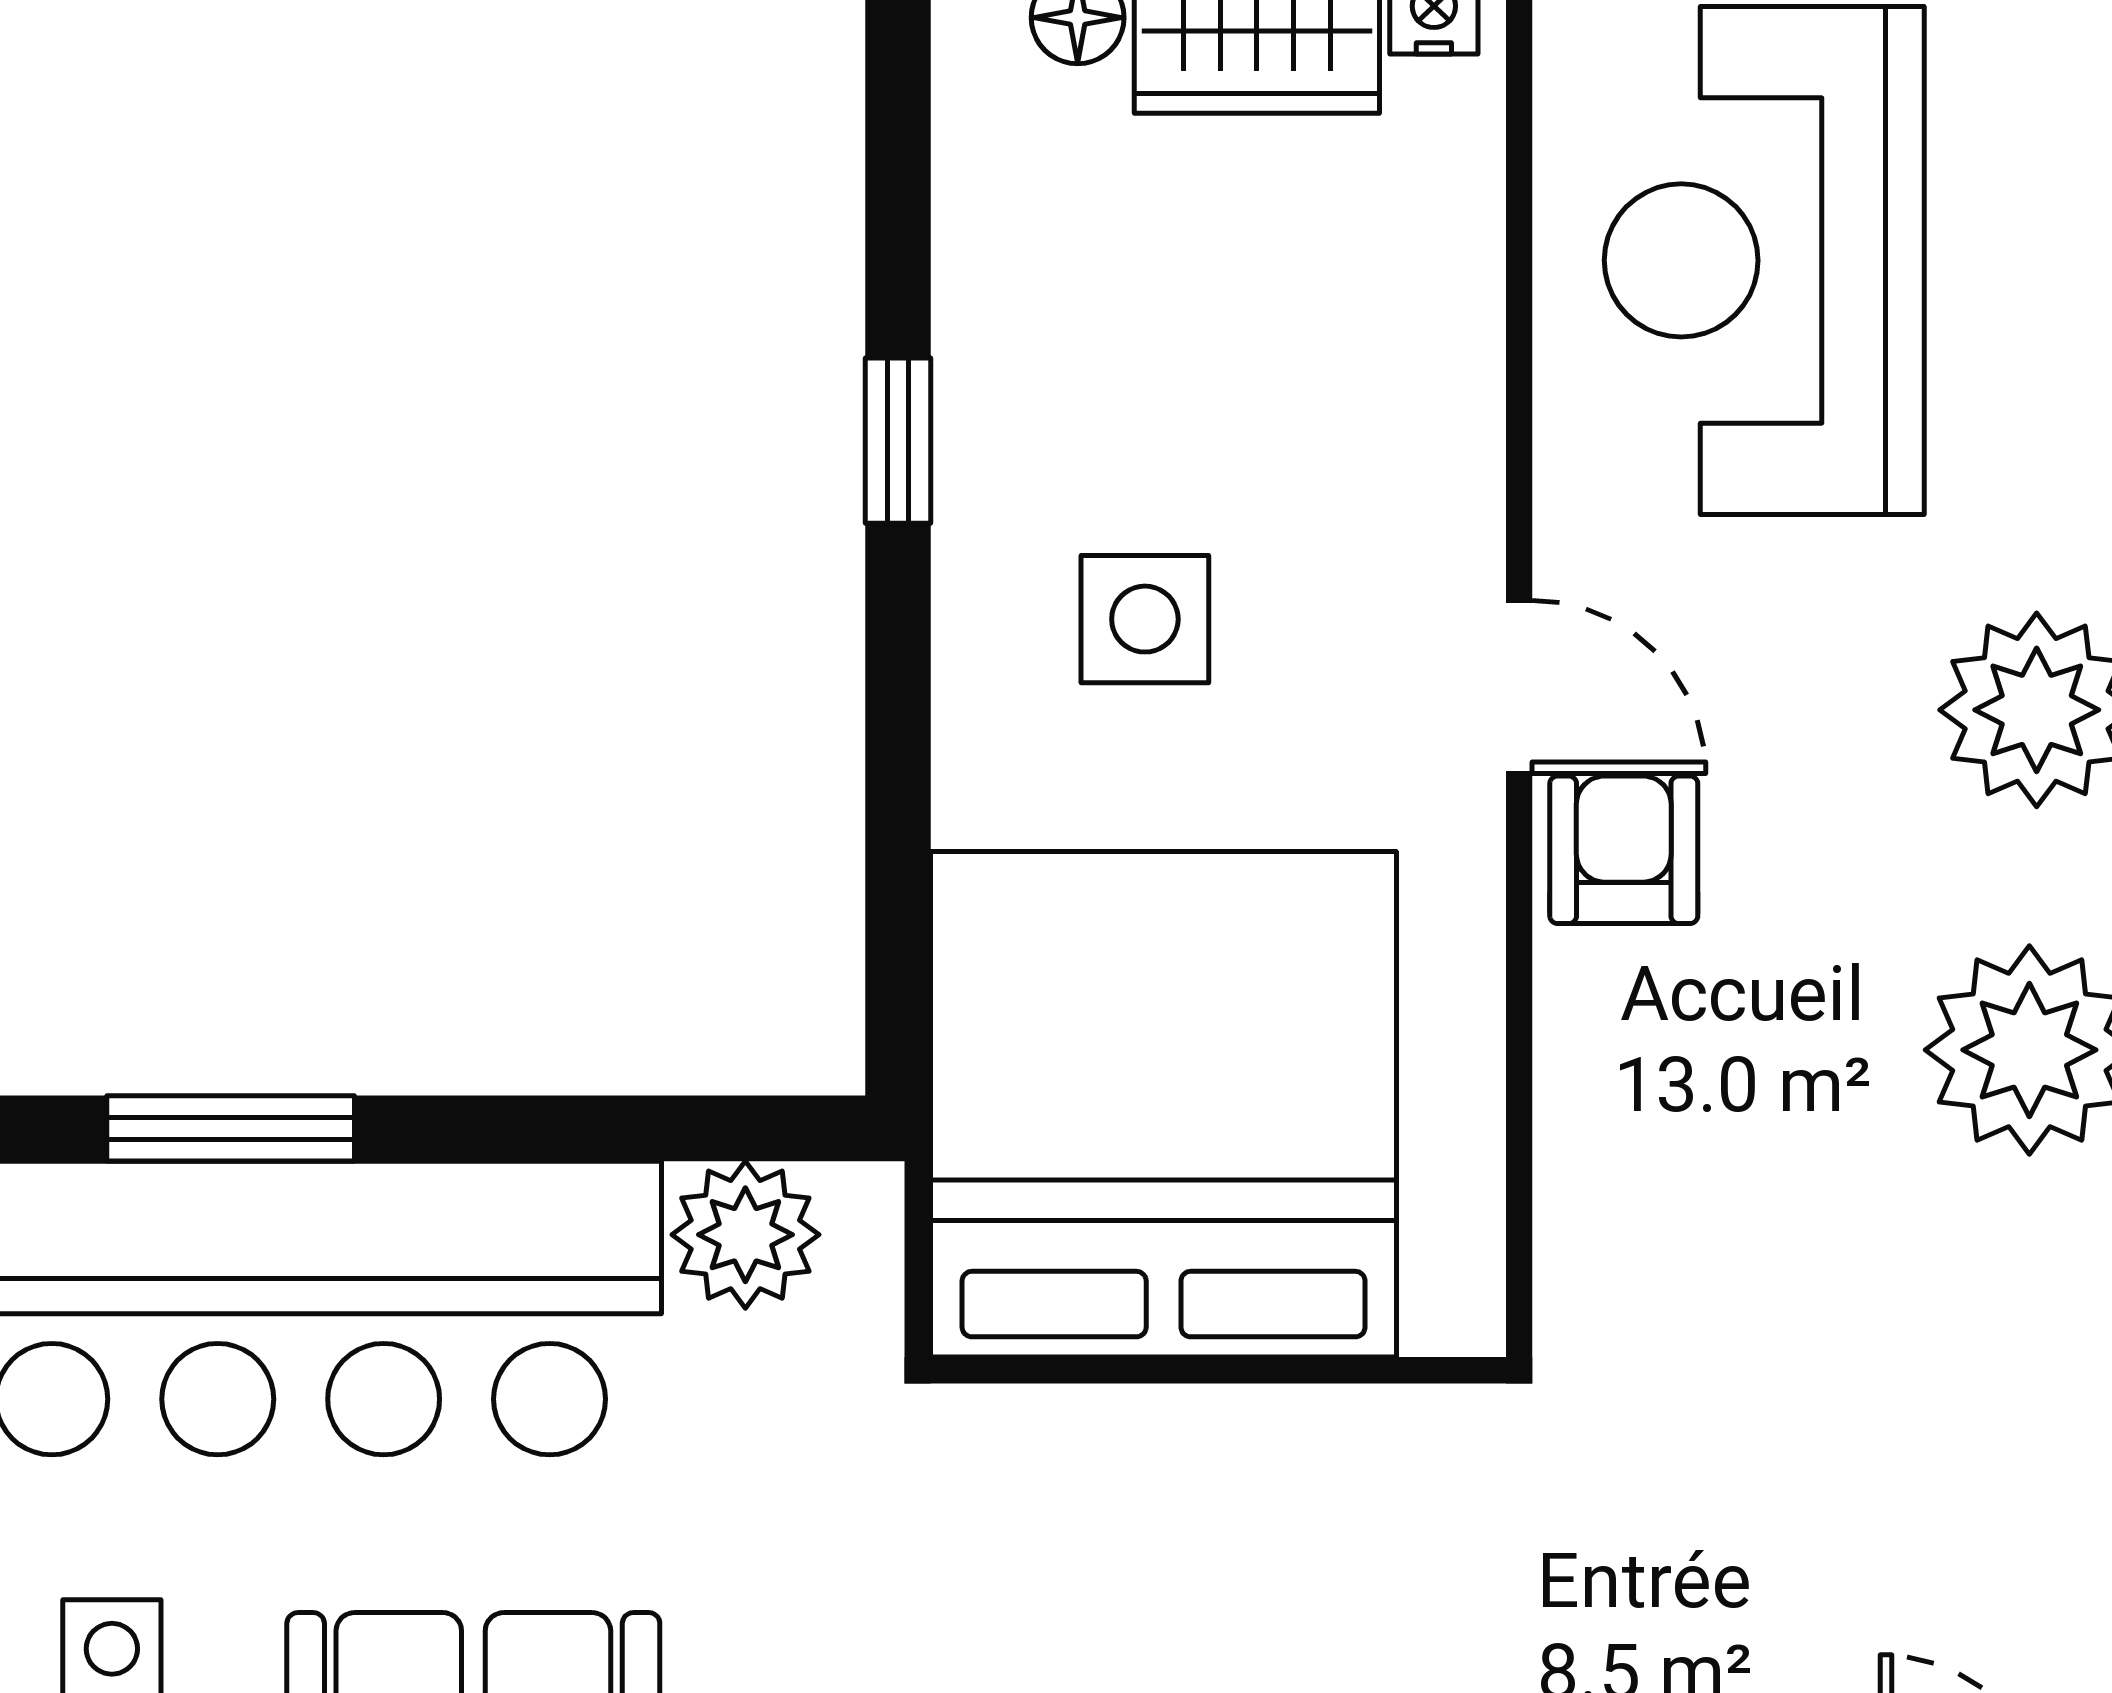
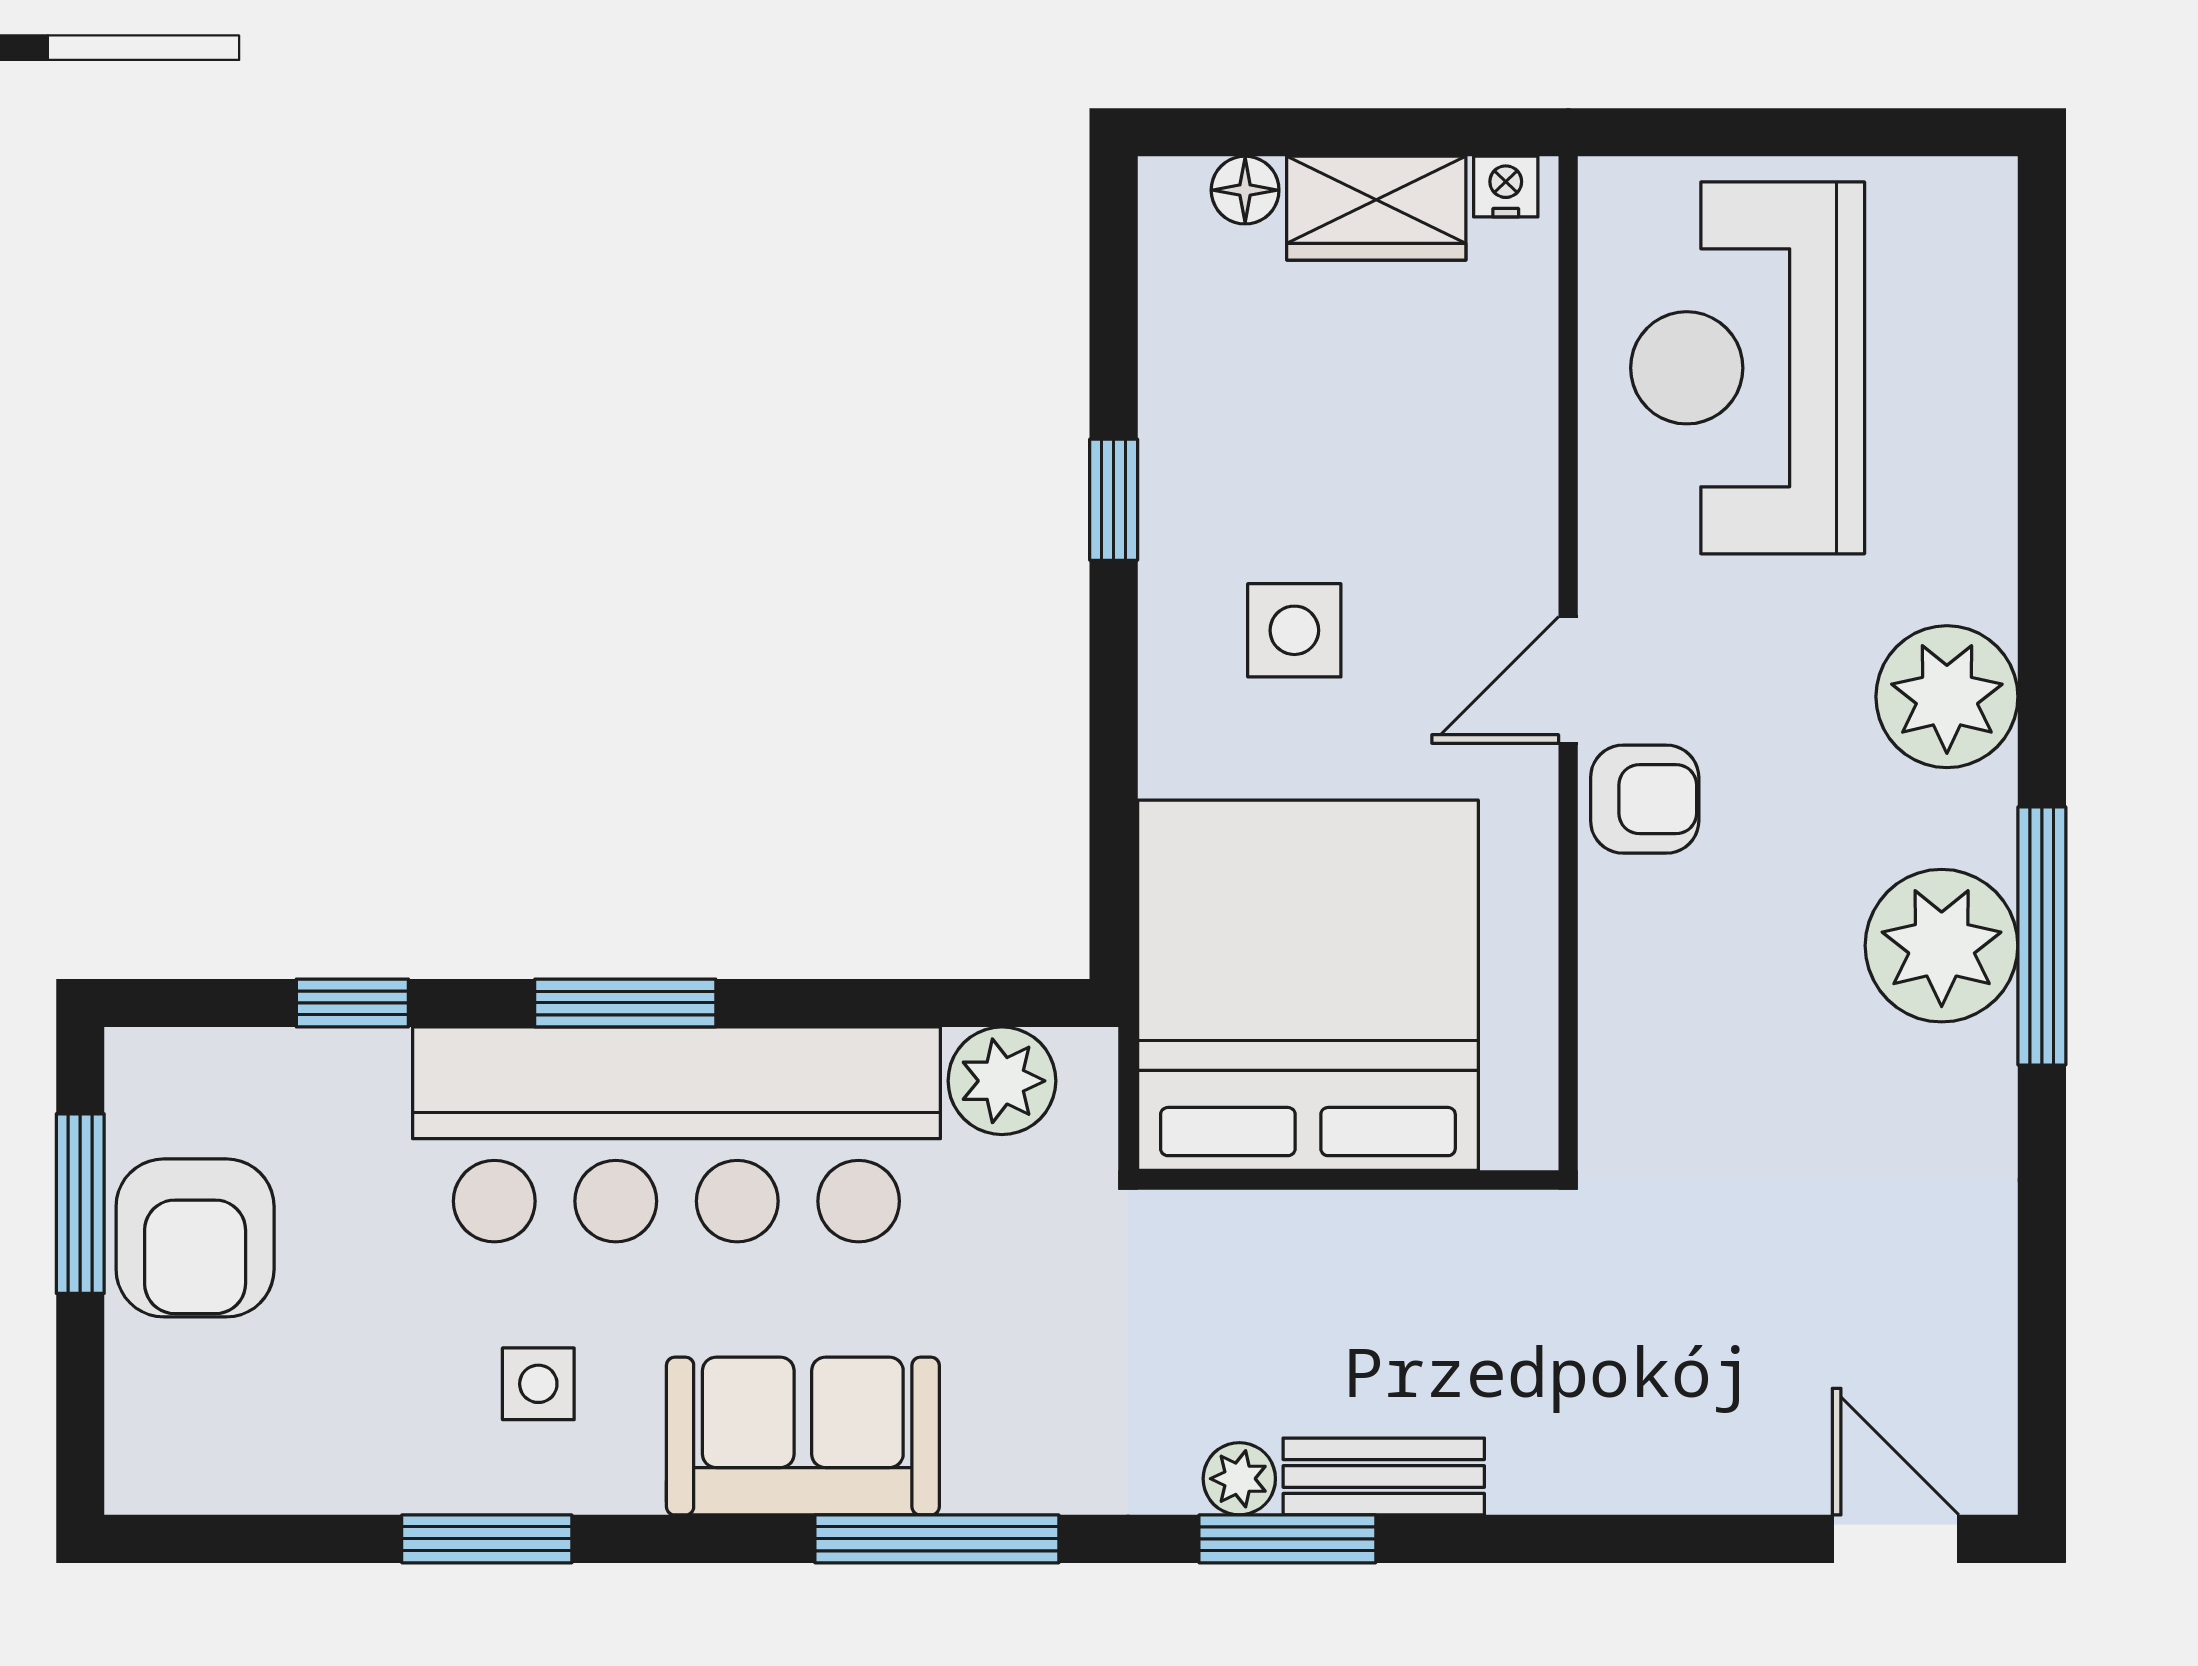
door: (1519, 687) -> (1568, 680), swing flipped
armchair: (1624, 850) -> (1645, 799), turned 90

